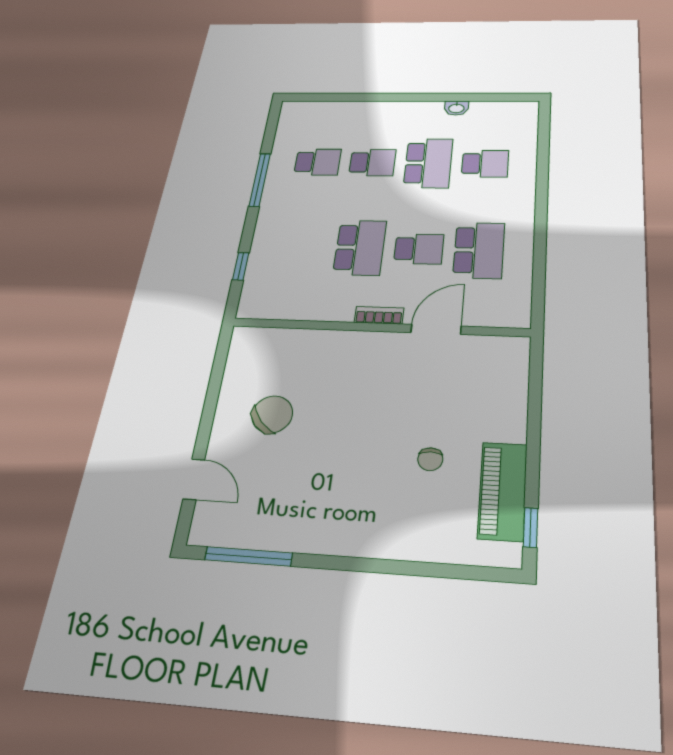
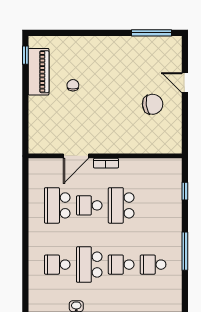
chair: (272, 414) -> (153, 104), turned -146
door: (194, 479) -> (185, 83), moved

